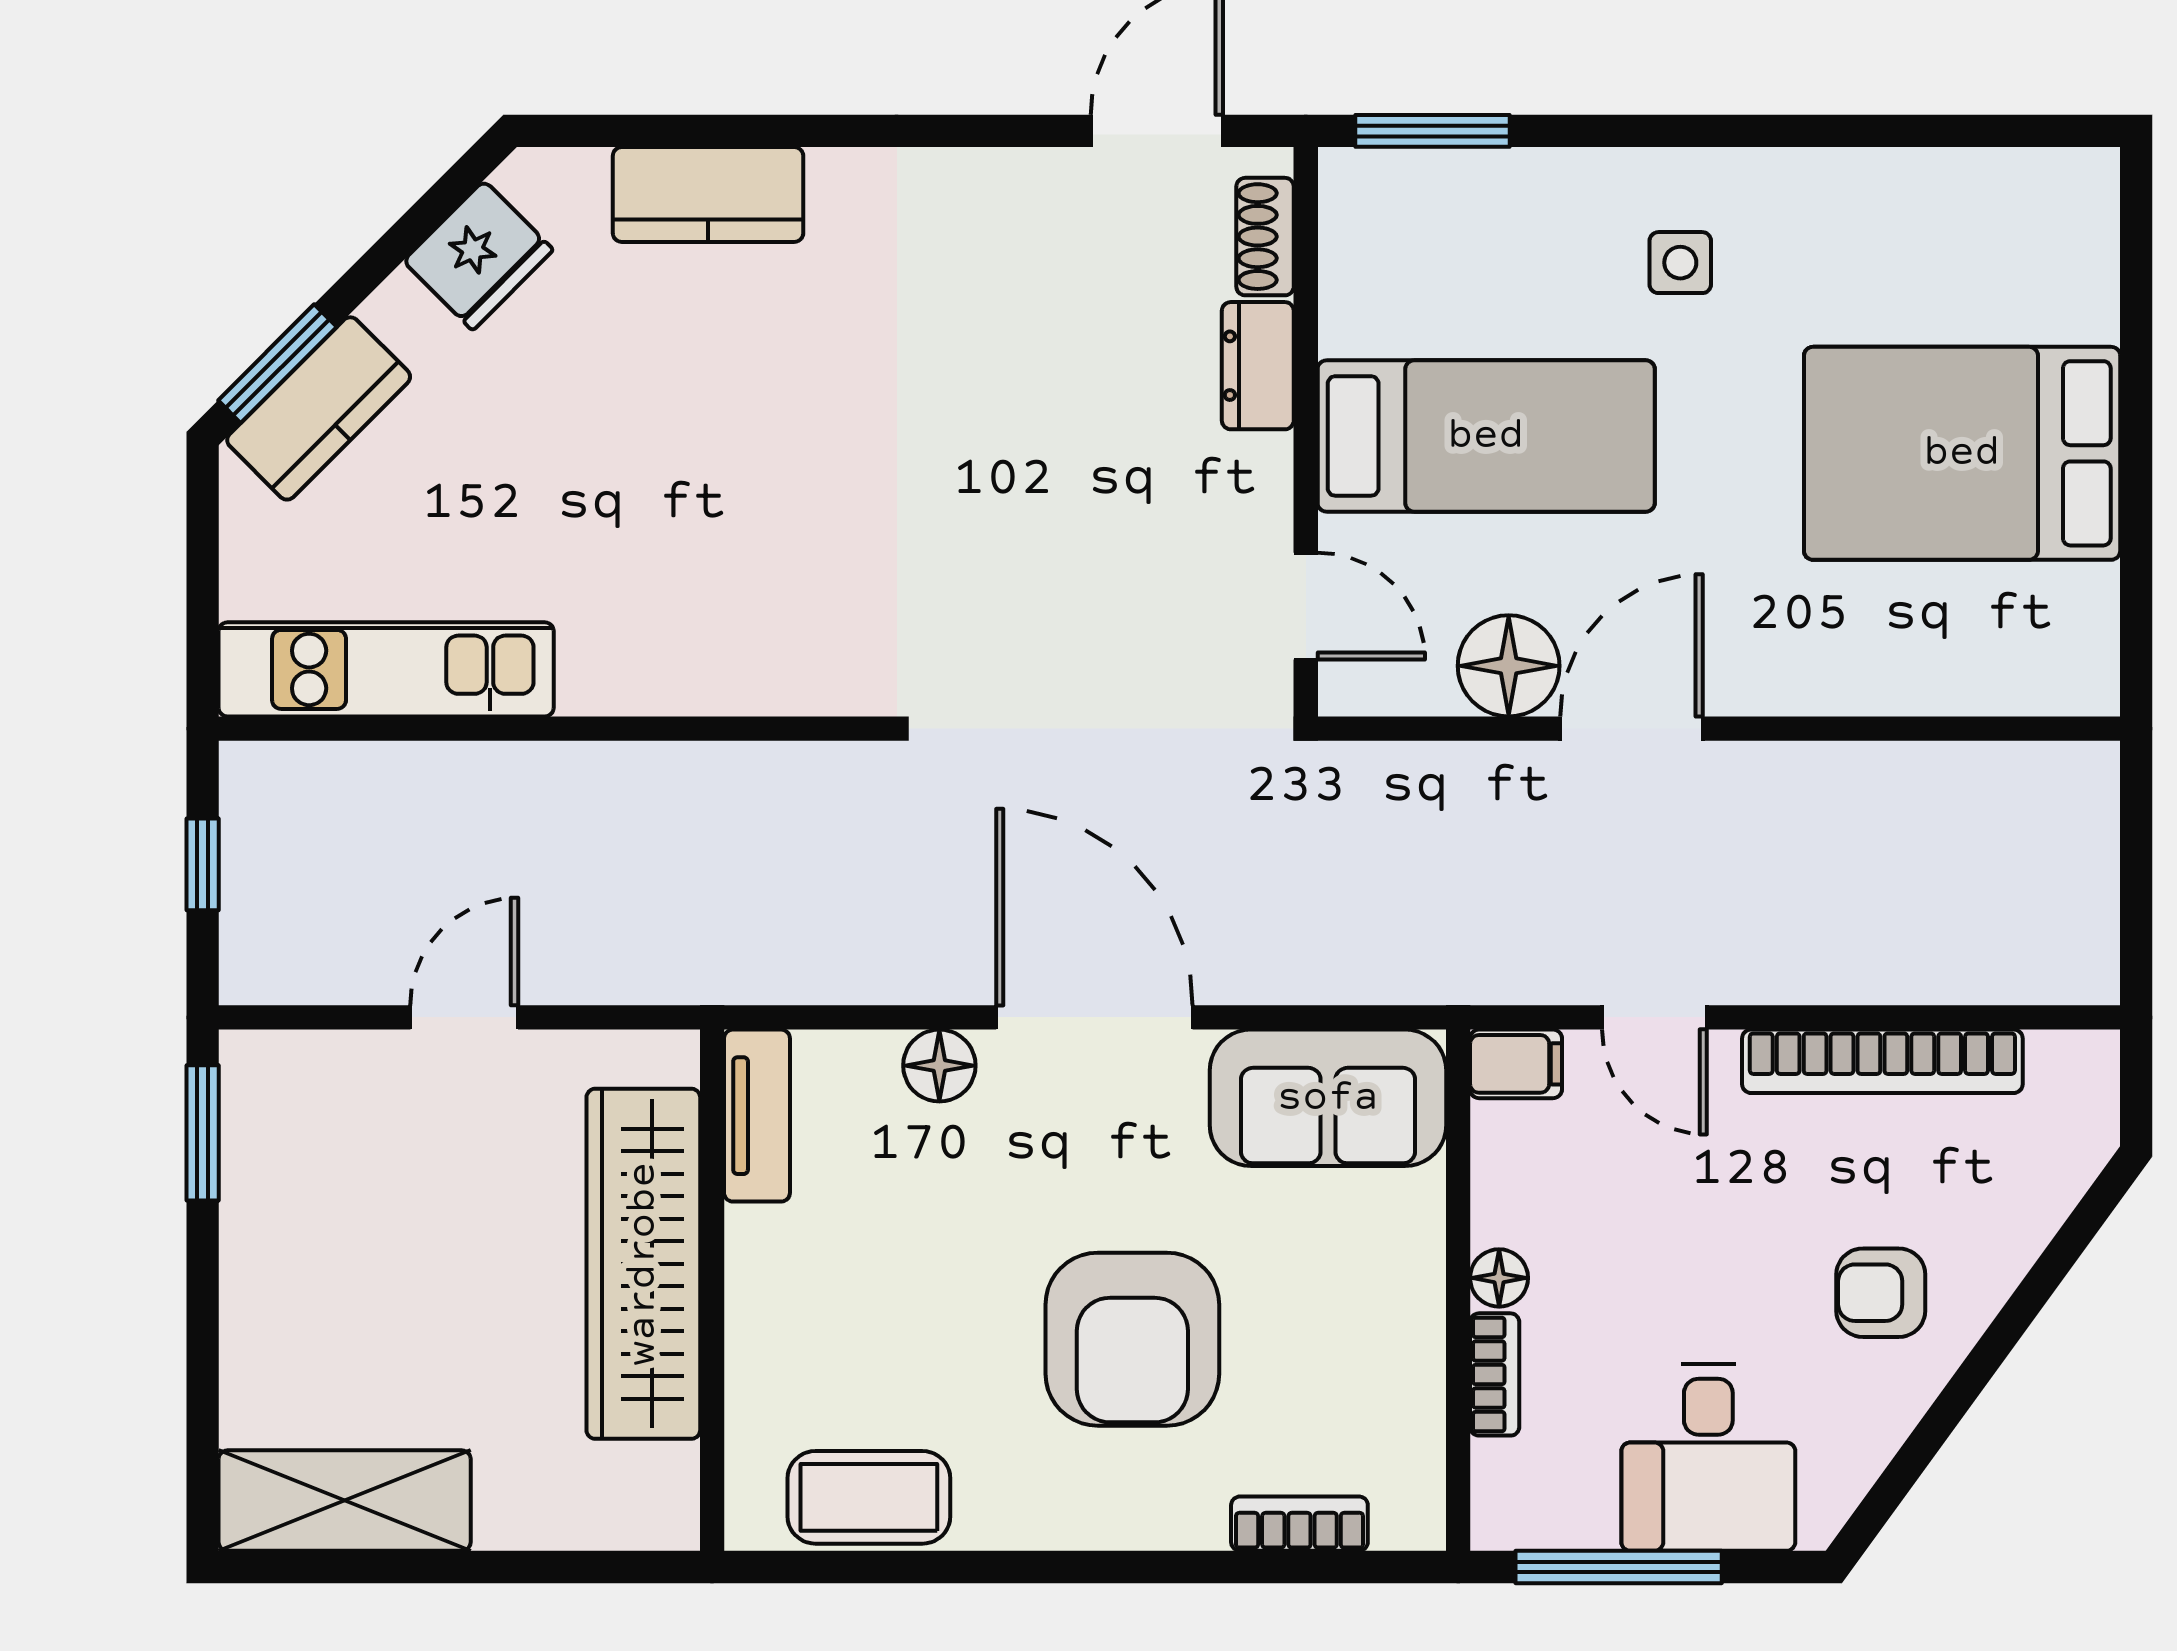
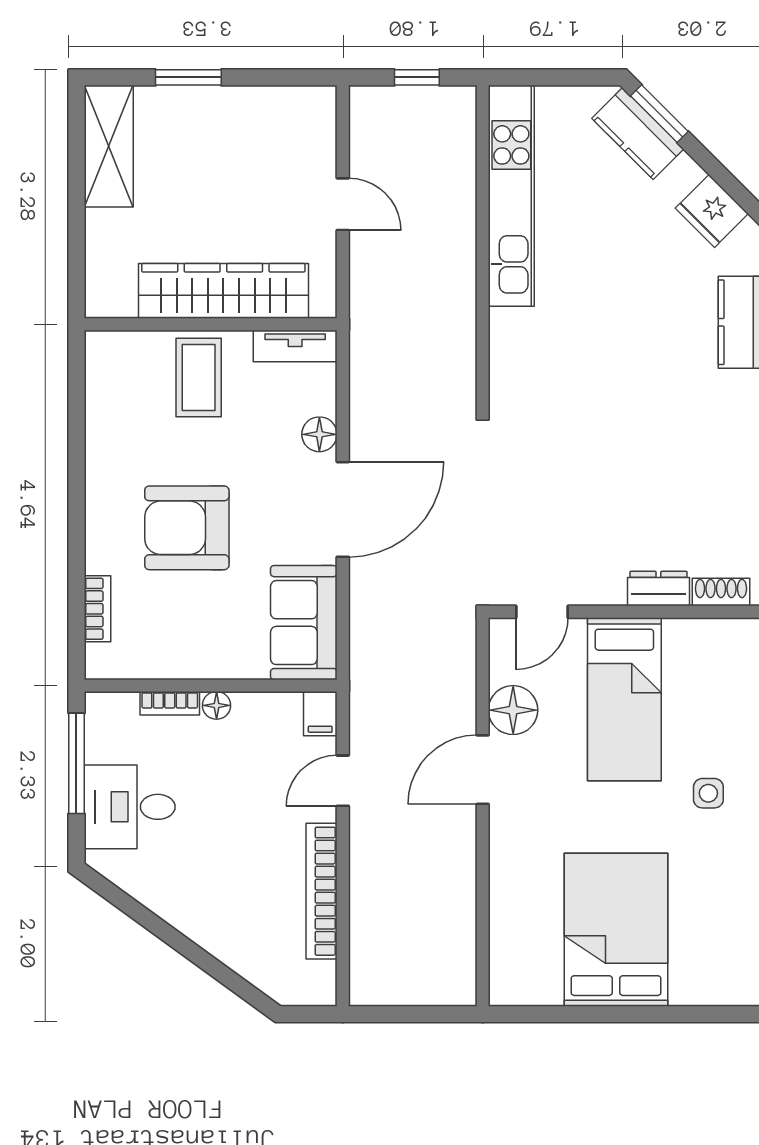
kitchen unit: (386, 669) -> (511, 196), width x1.36
door: (1632, 729) -> (483, 770), swing flipped
window: (203, 1133) -> (188, 77), moved
armchair: (1881, 1293) -> (209, 890), removed
coffee table: (869, 1497) -> (199, 377), moved

